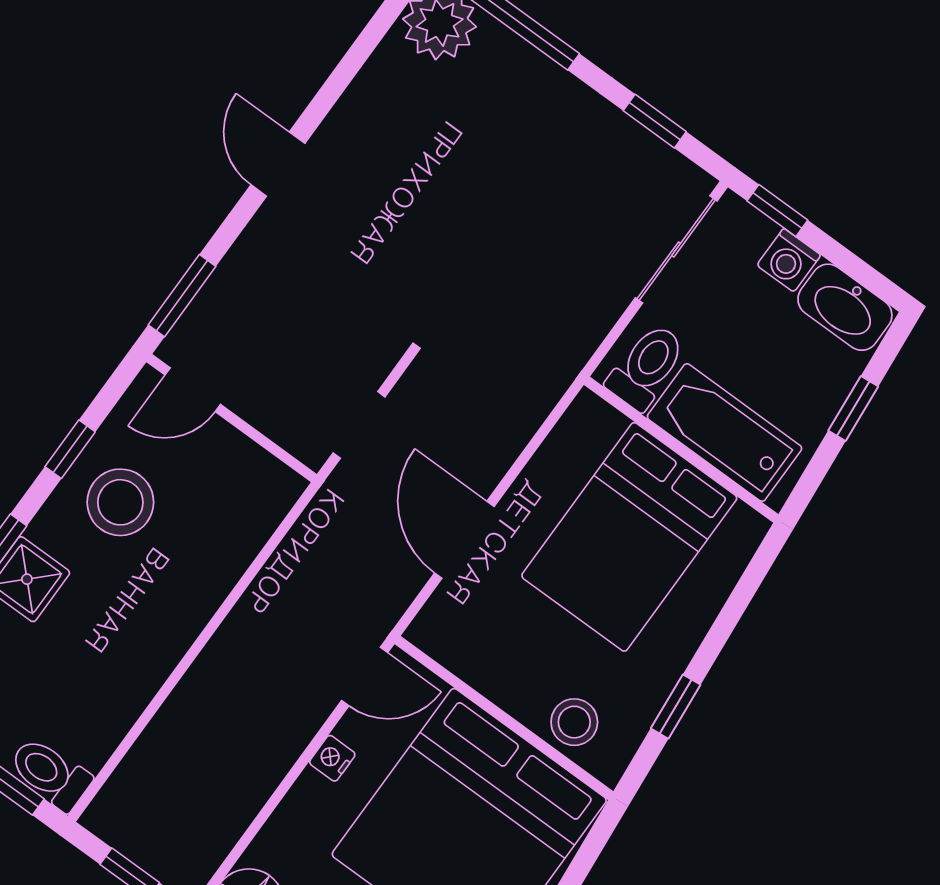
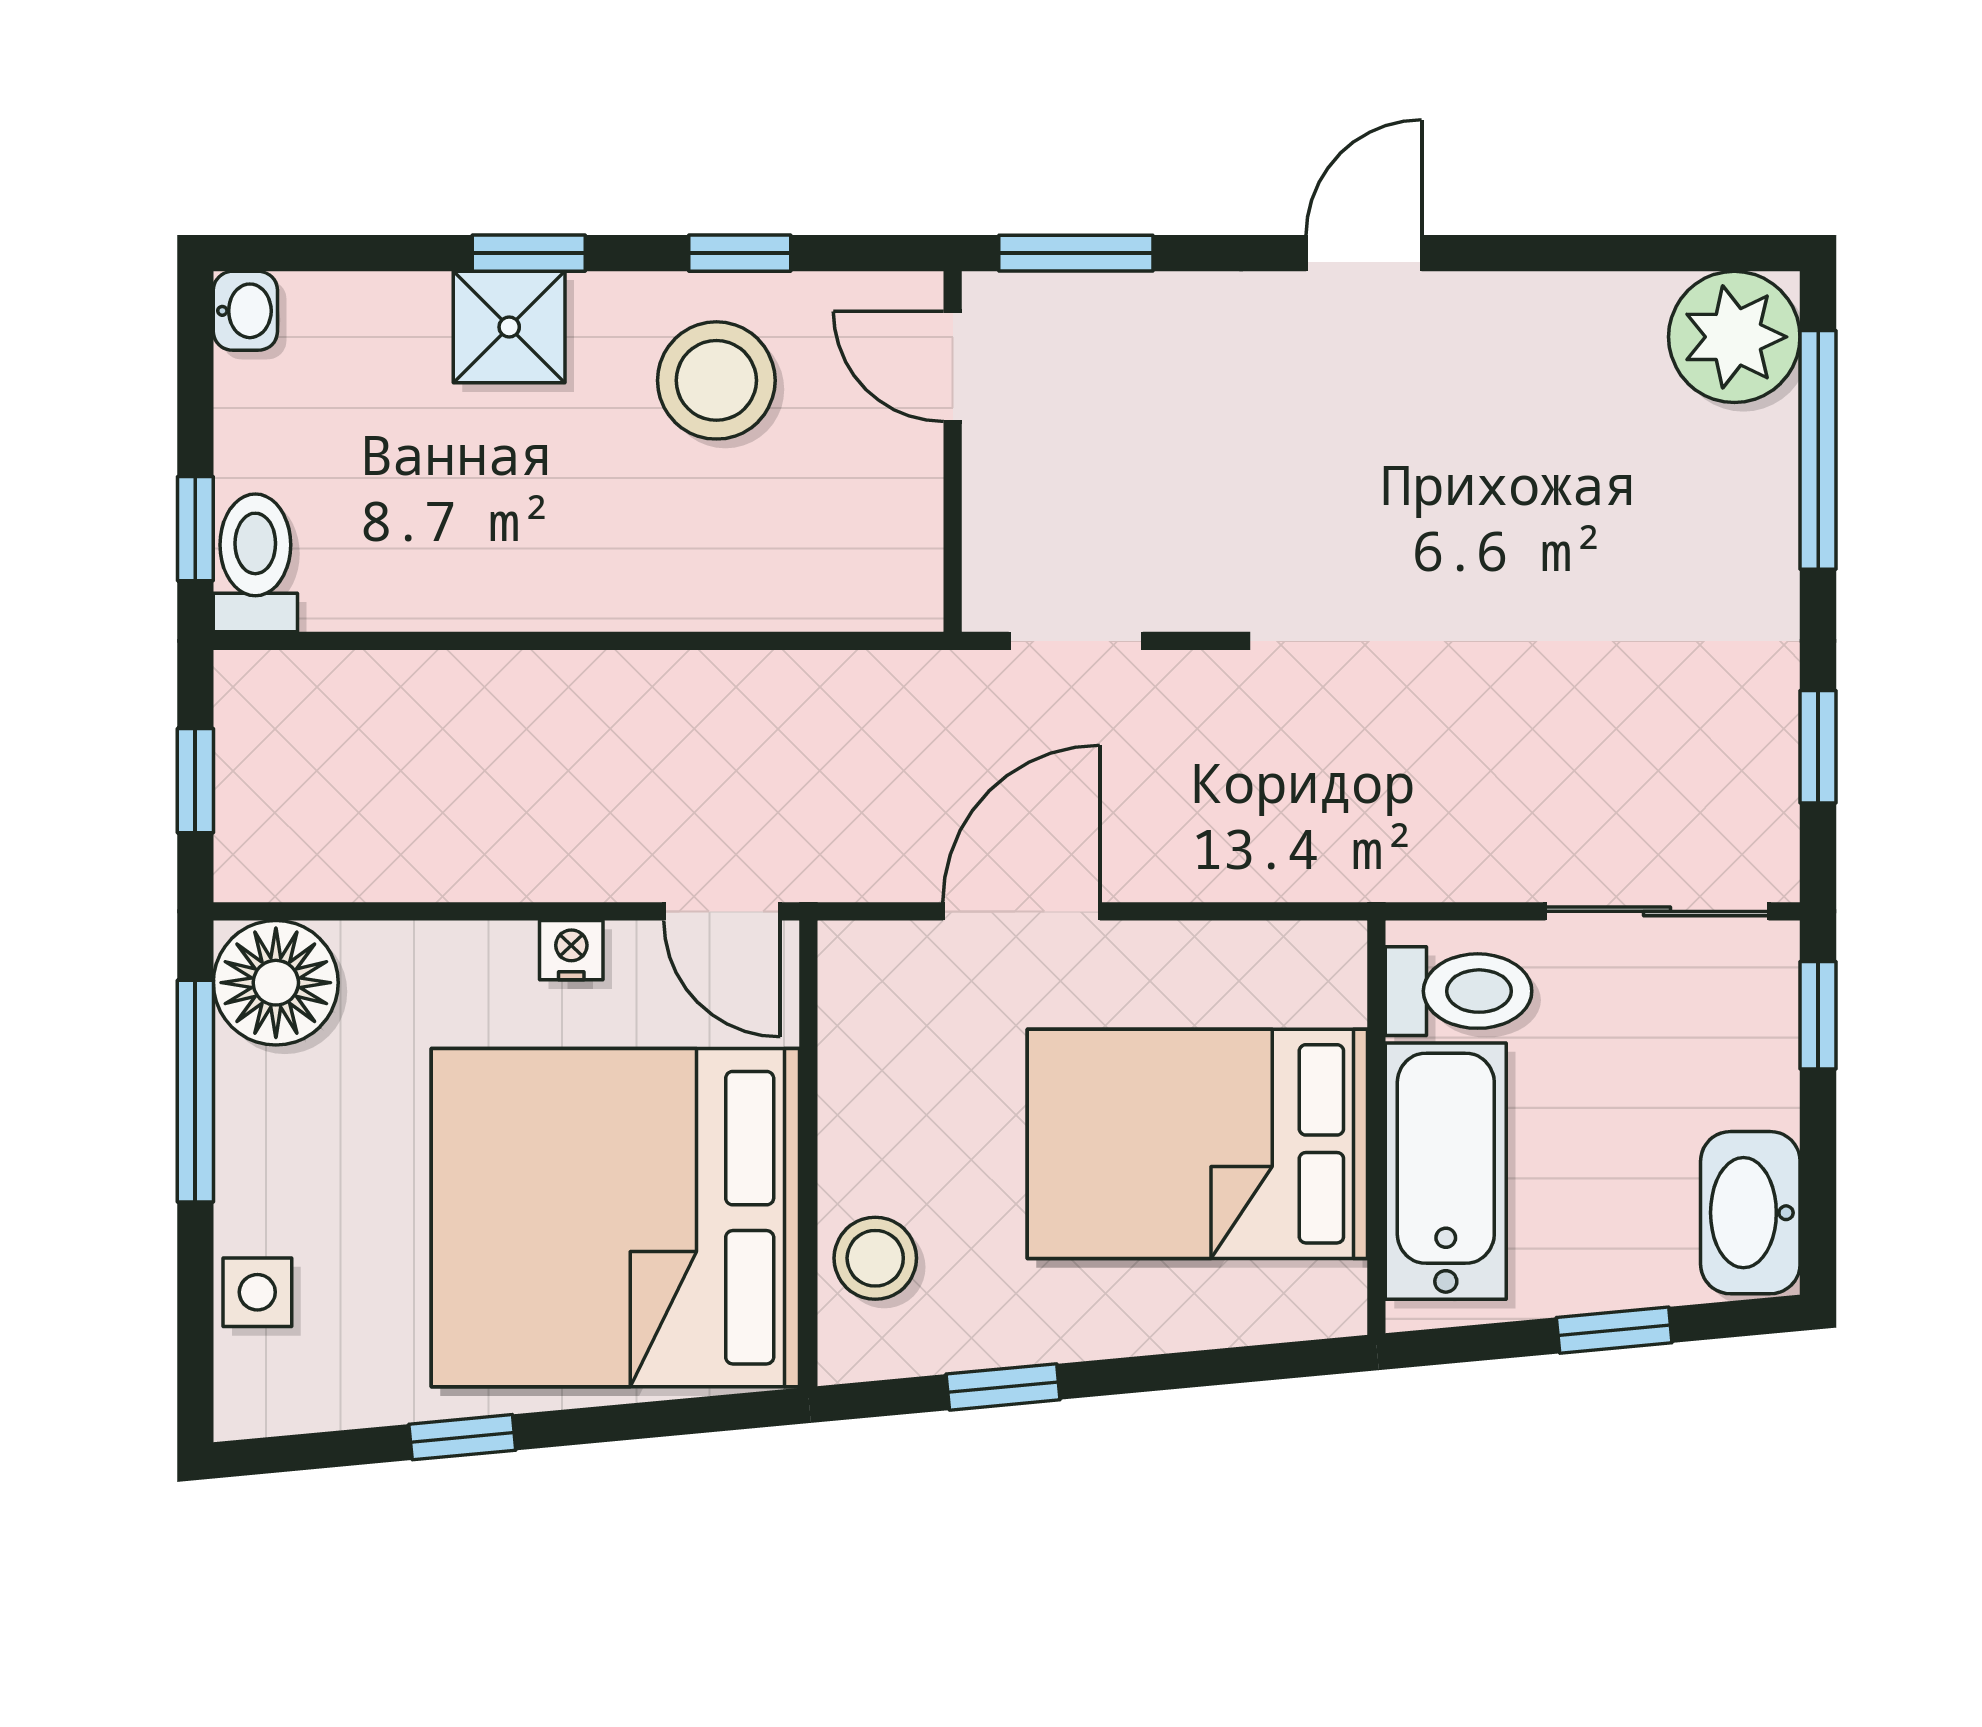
washing machine: (789, 260) -> (1759, 1083), removed

